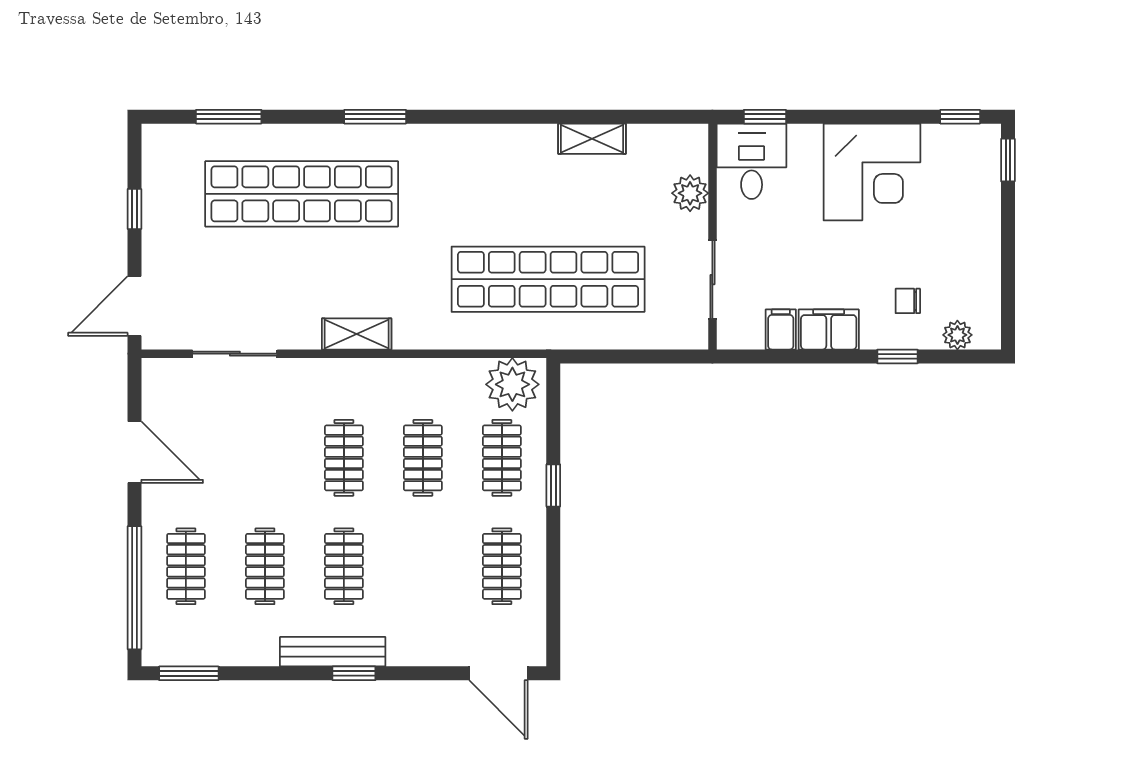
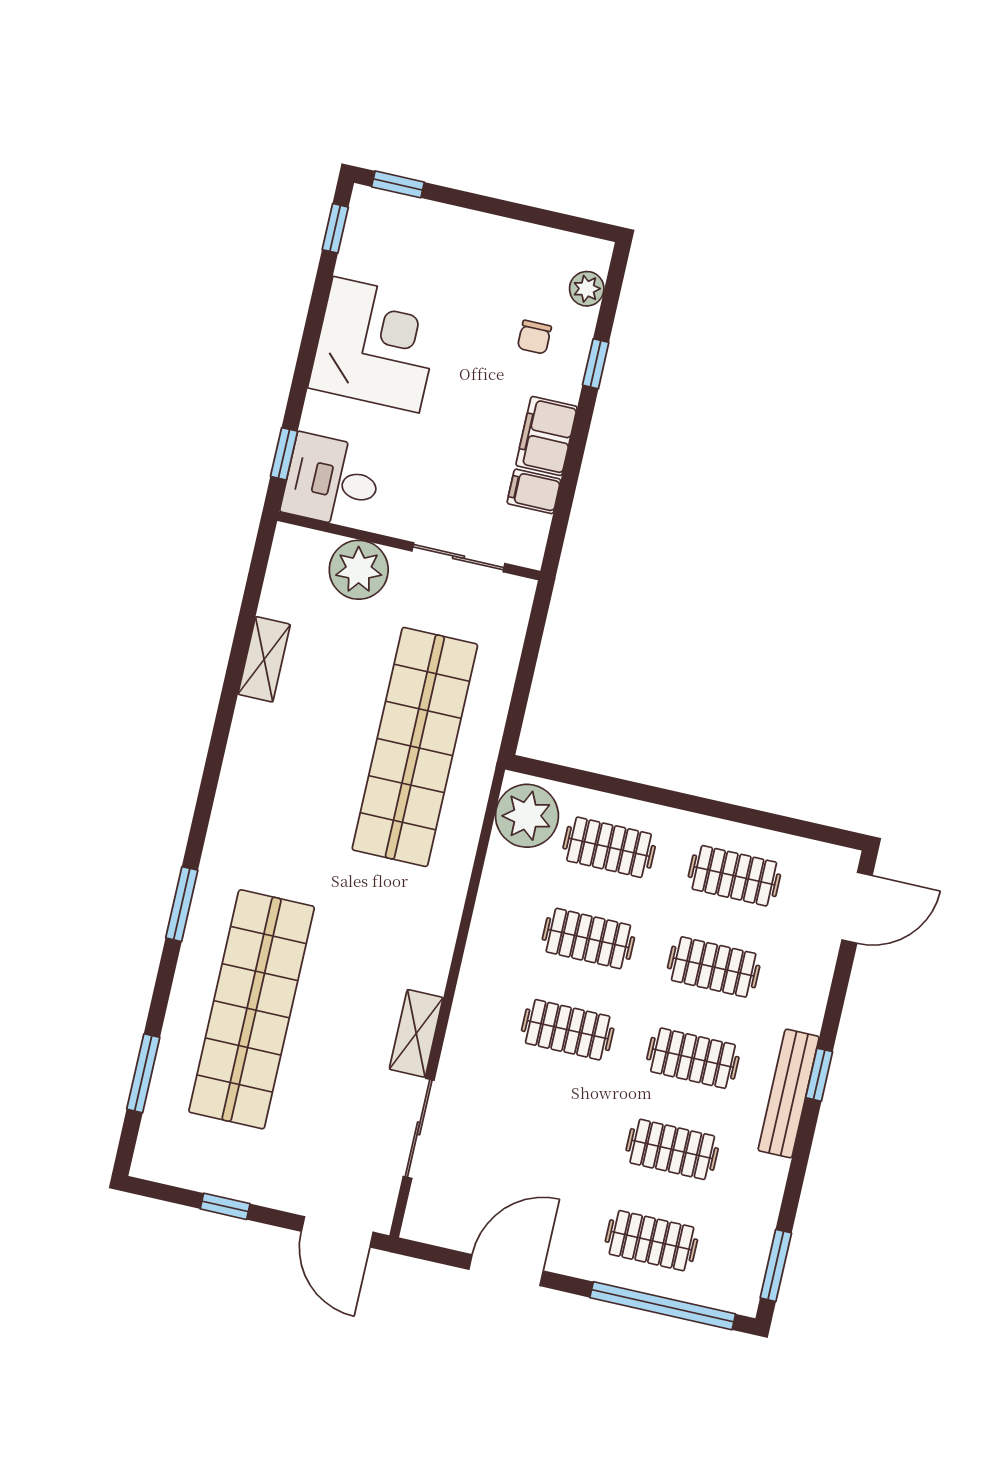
plant: (690, 193) -> (359, 570), width x1.36, depth x1.36
shelving: (357, 334) -> (416, 1033), moved
window: (553, 485) -> (654, 795), removed
clothes rail: (423, 566) -> (714, 967), added

